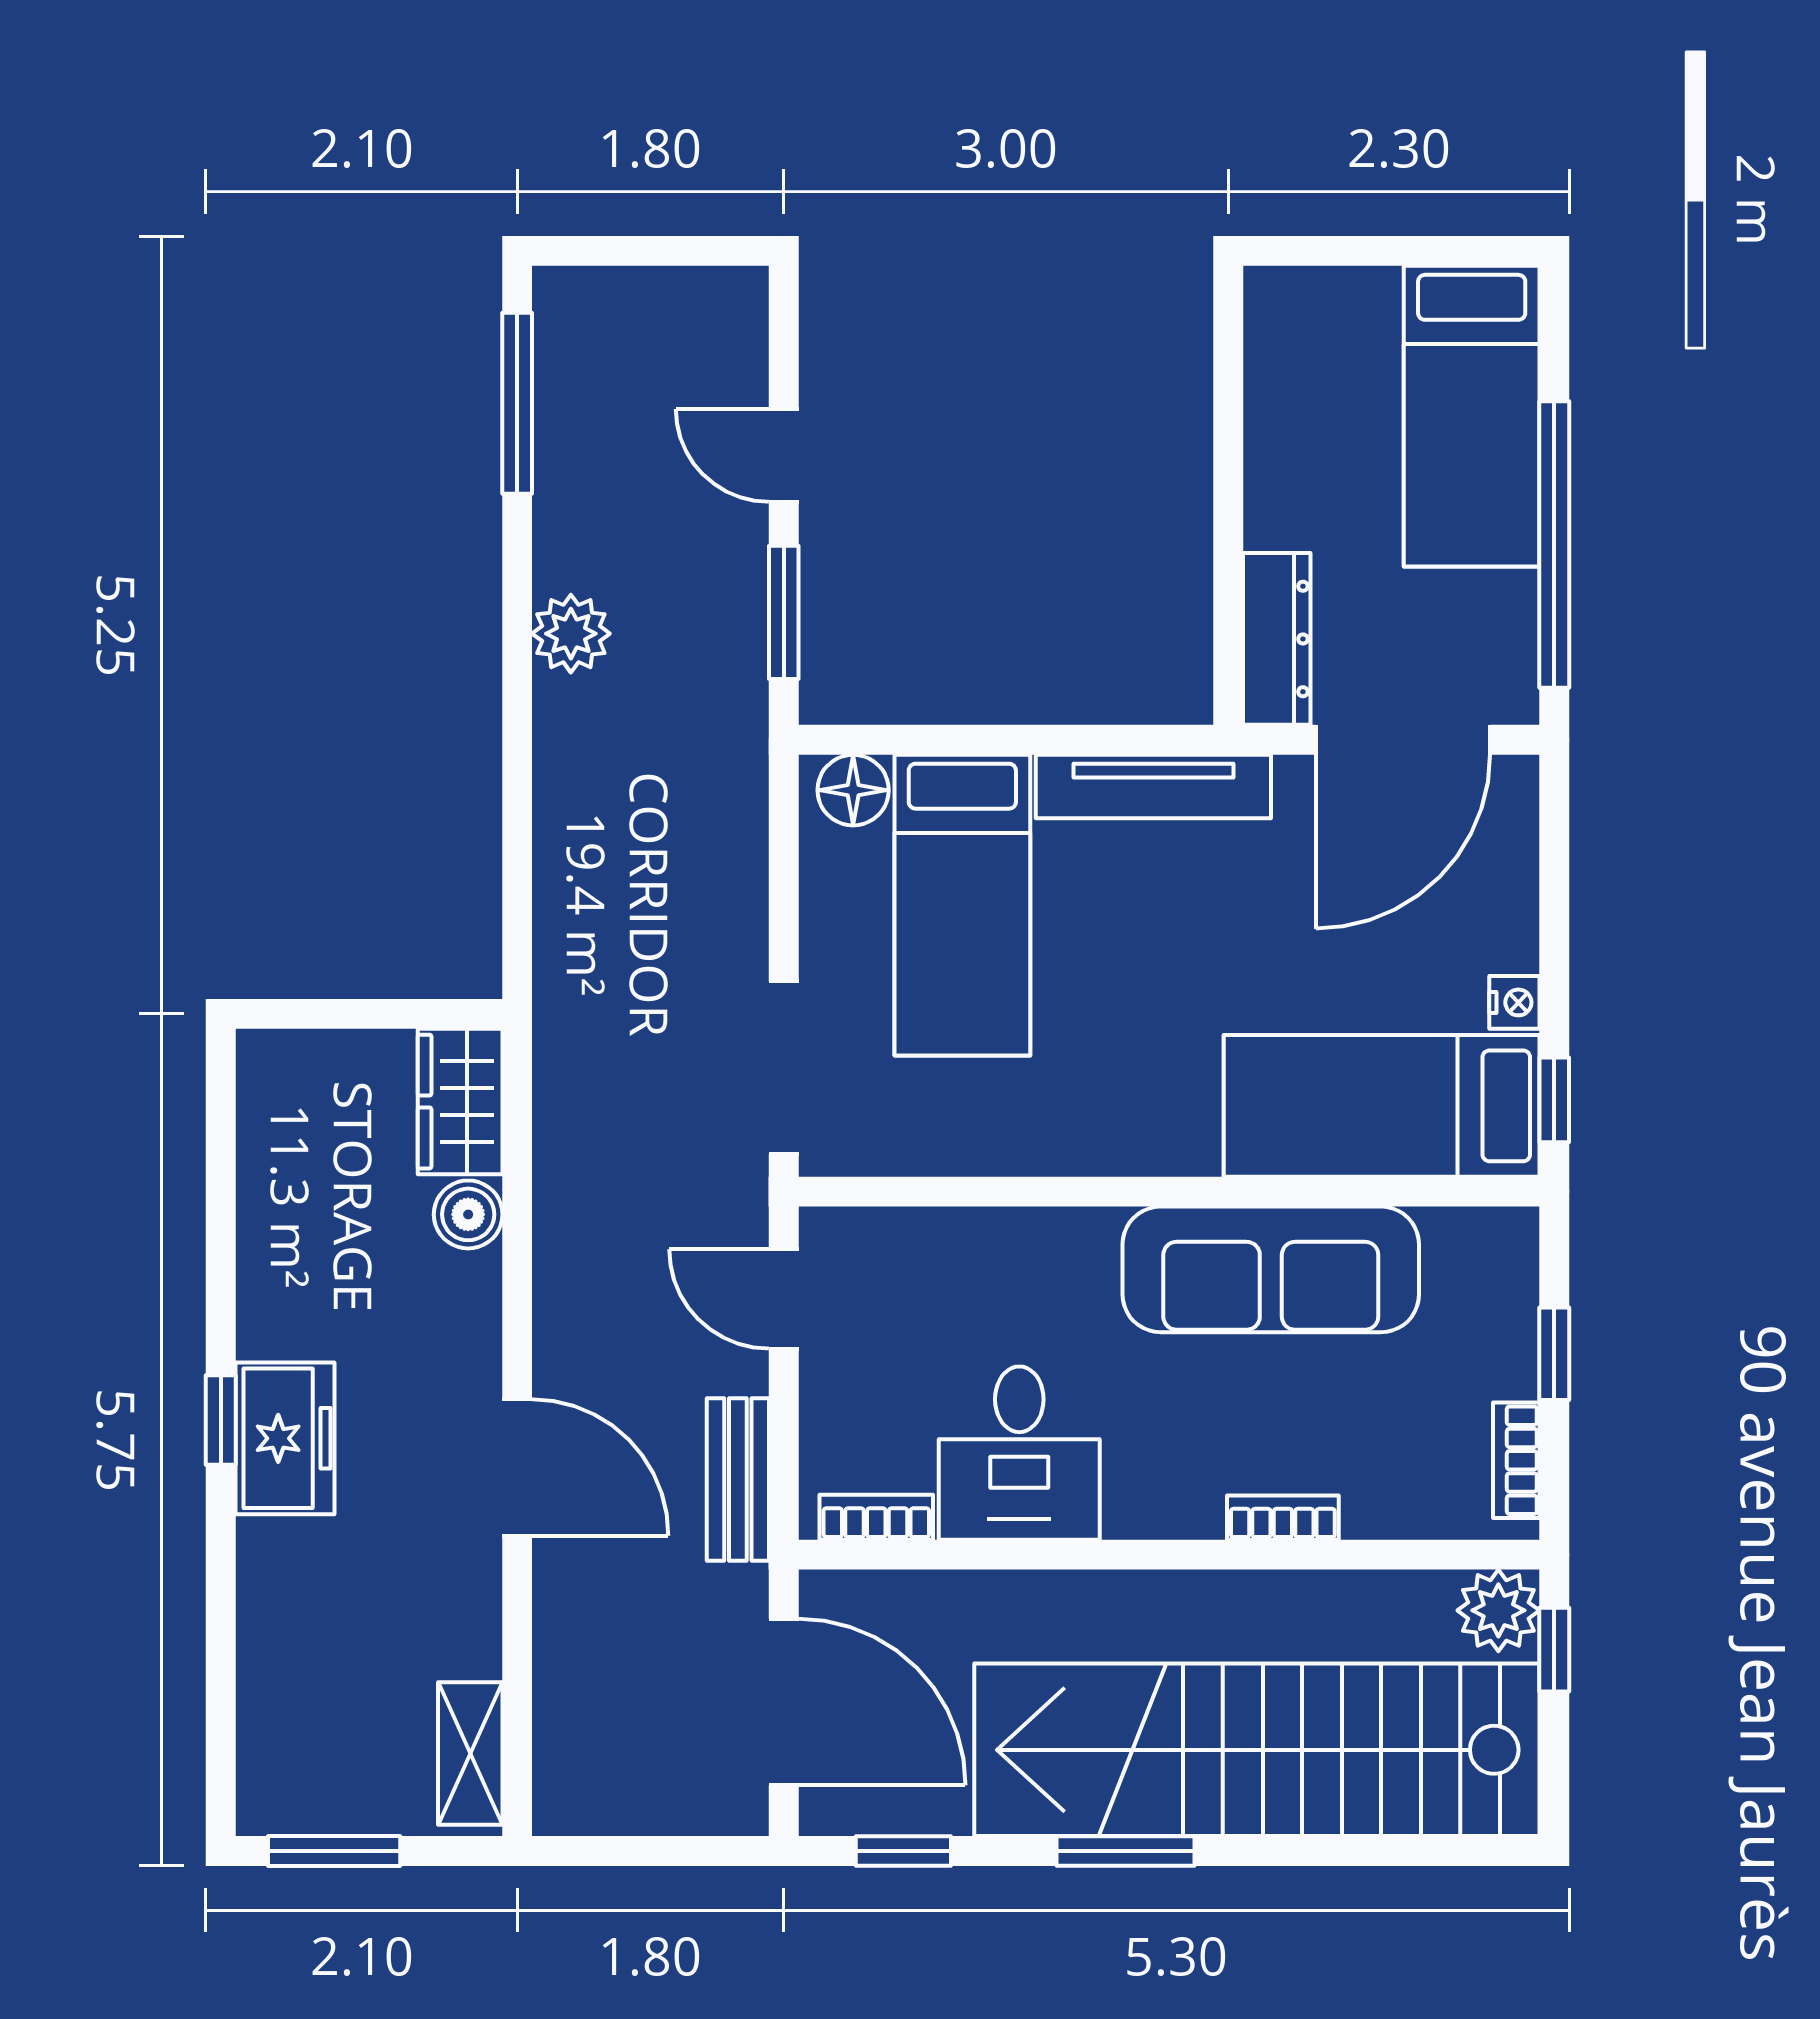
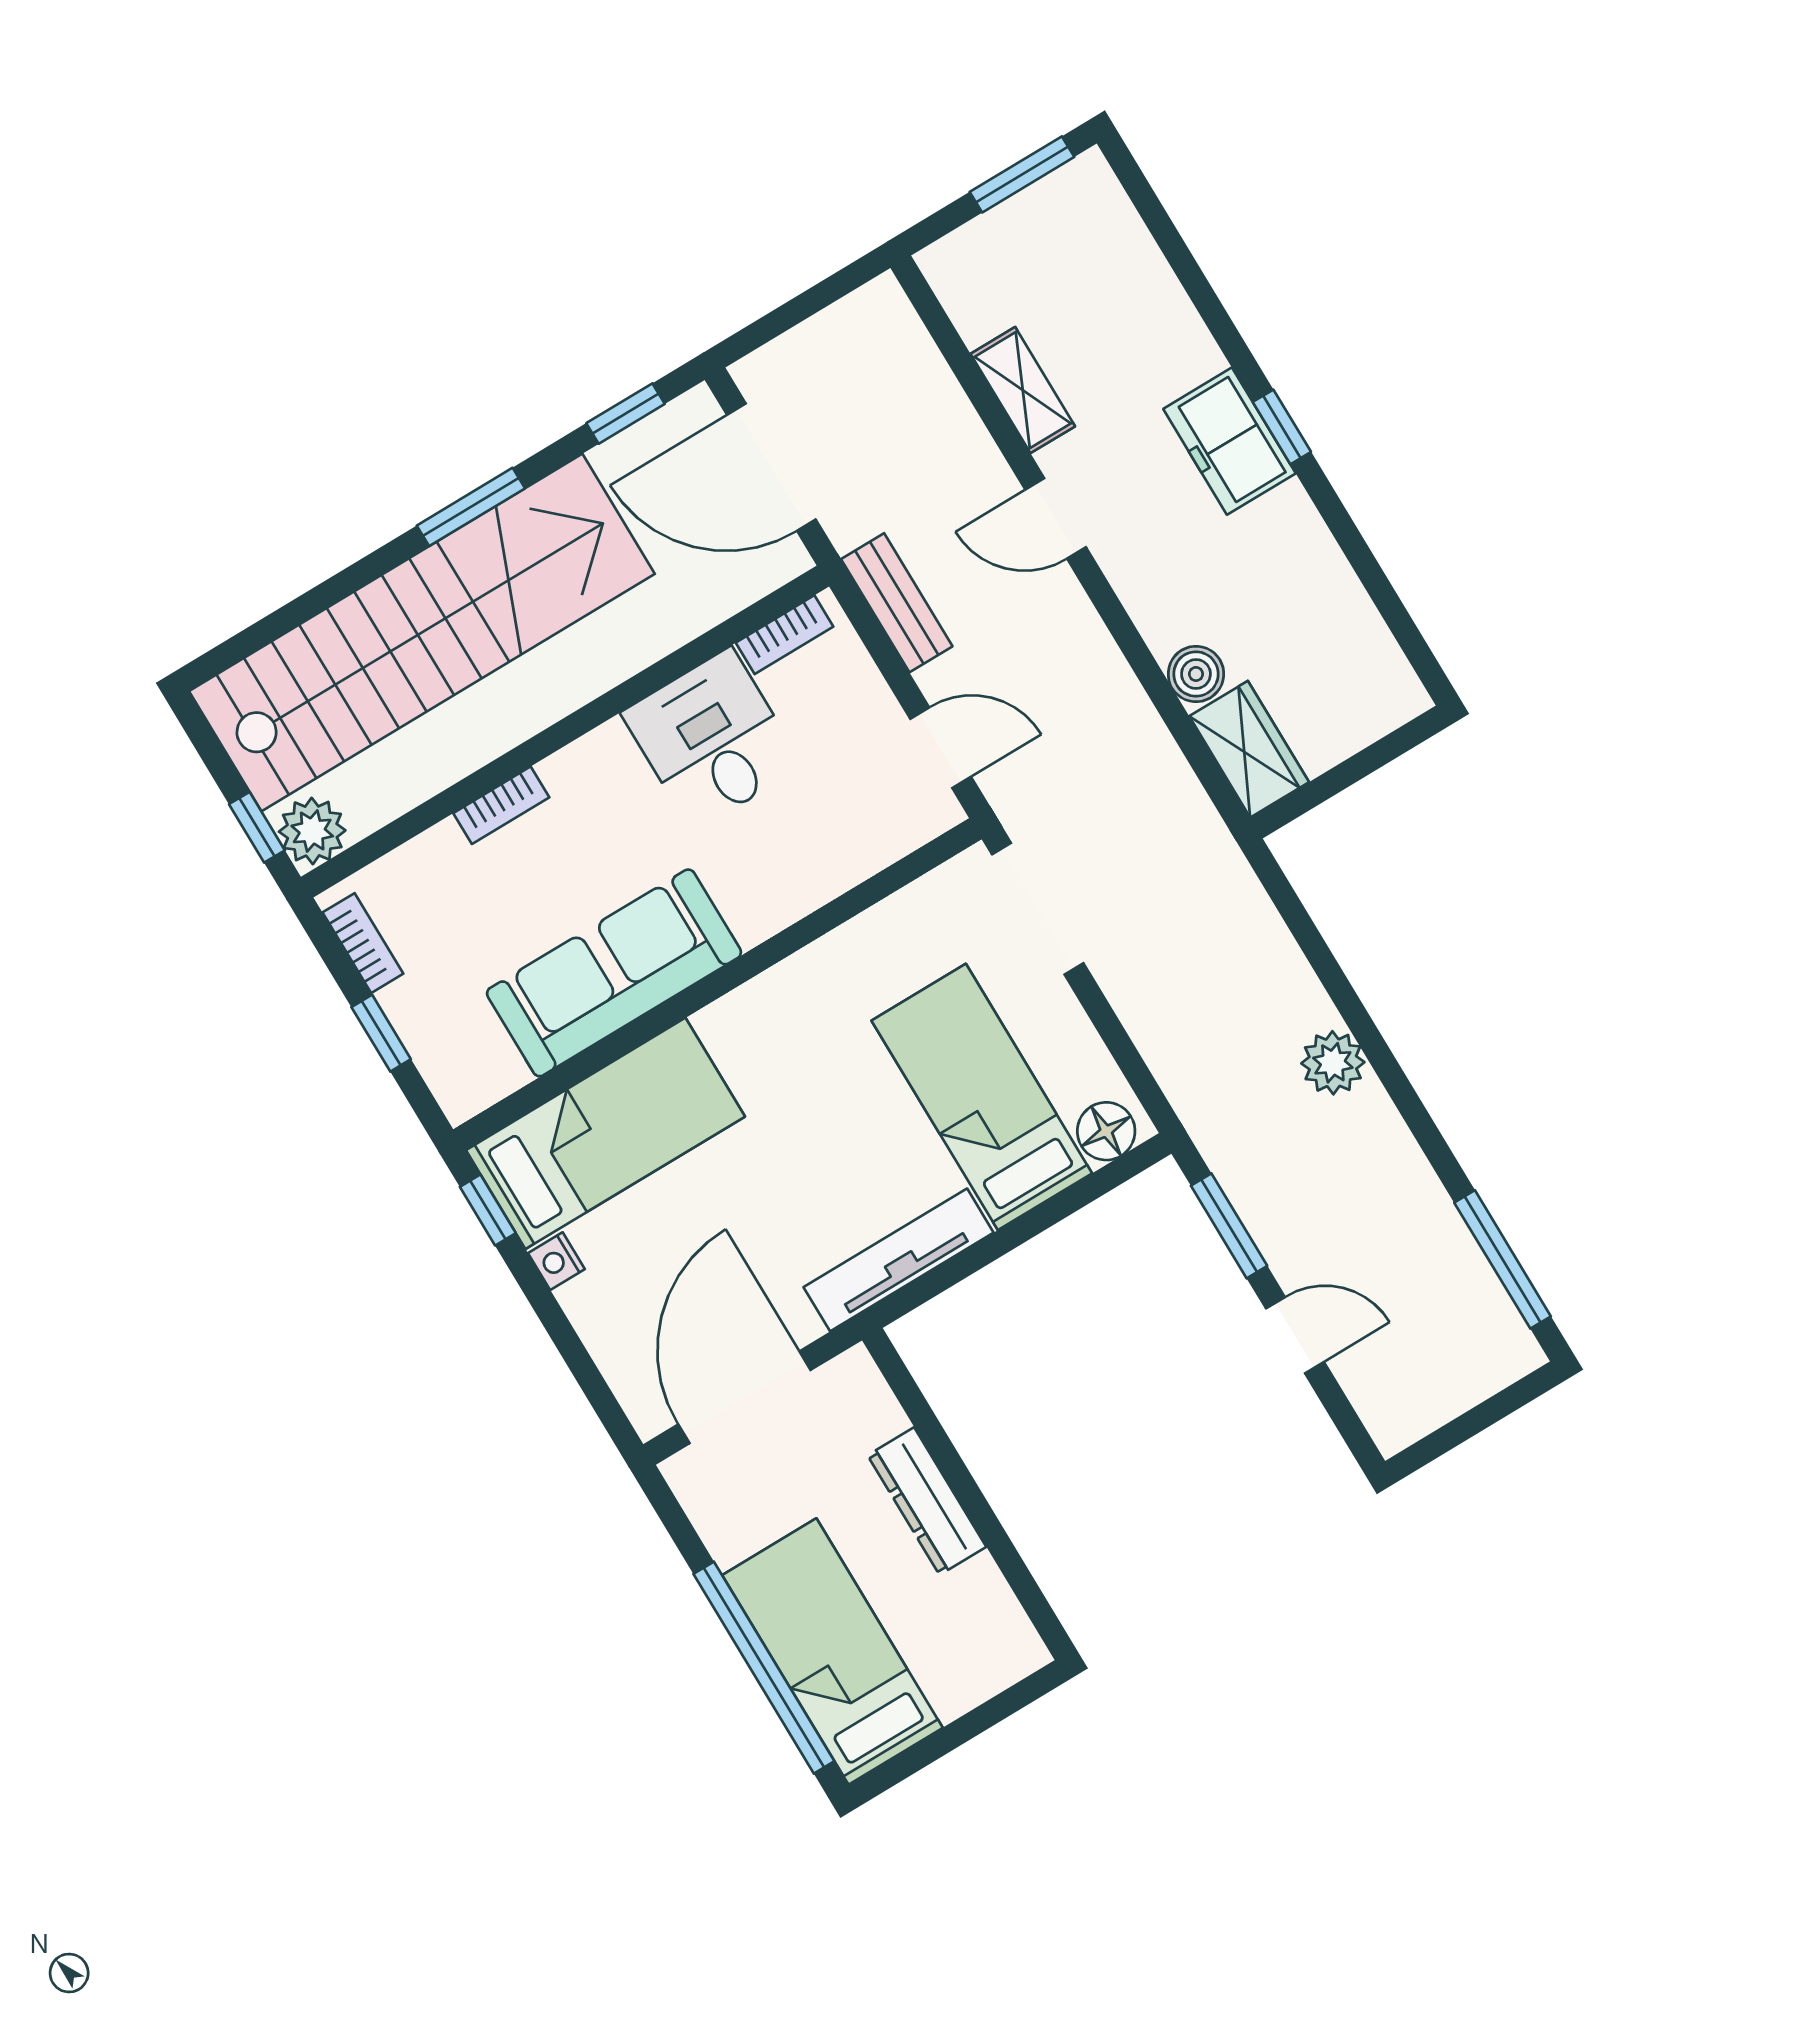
window: (1554, 544) -> (764, 1668), moved
plant: (571, 634) -> (1333, 1063), moved
dresser: (1277, 639) -> (927, 1501), moved
door: (517, 1467) -> (1056, 518), width x0.73
shelving: (470, 1754) -> (1023, 390), moved

